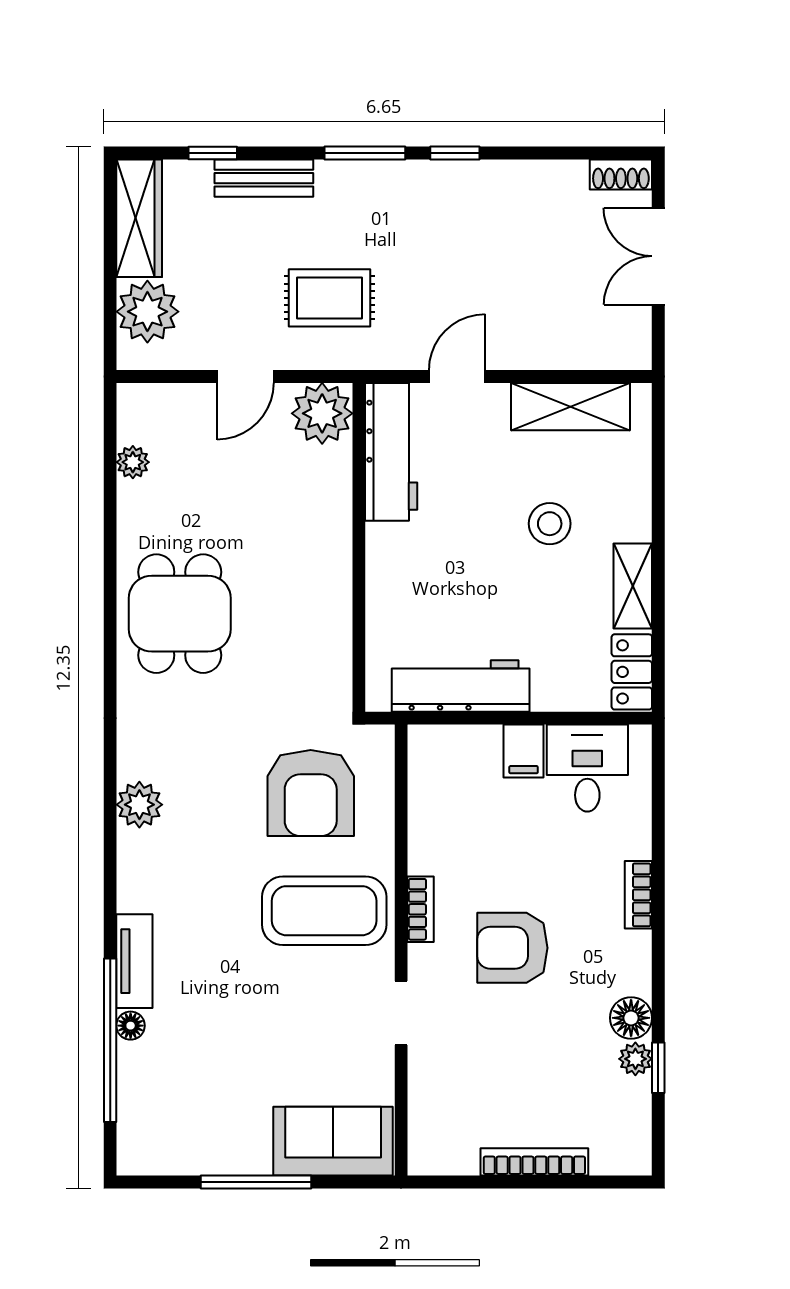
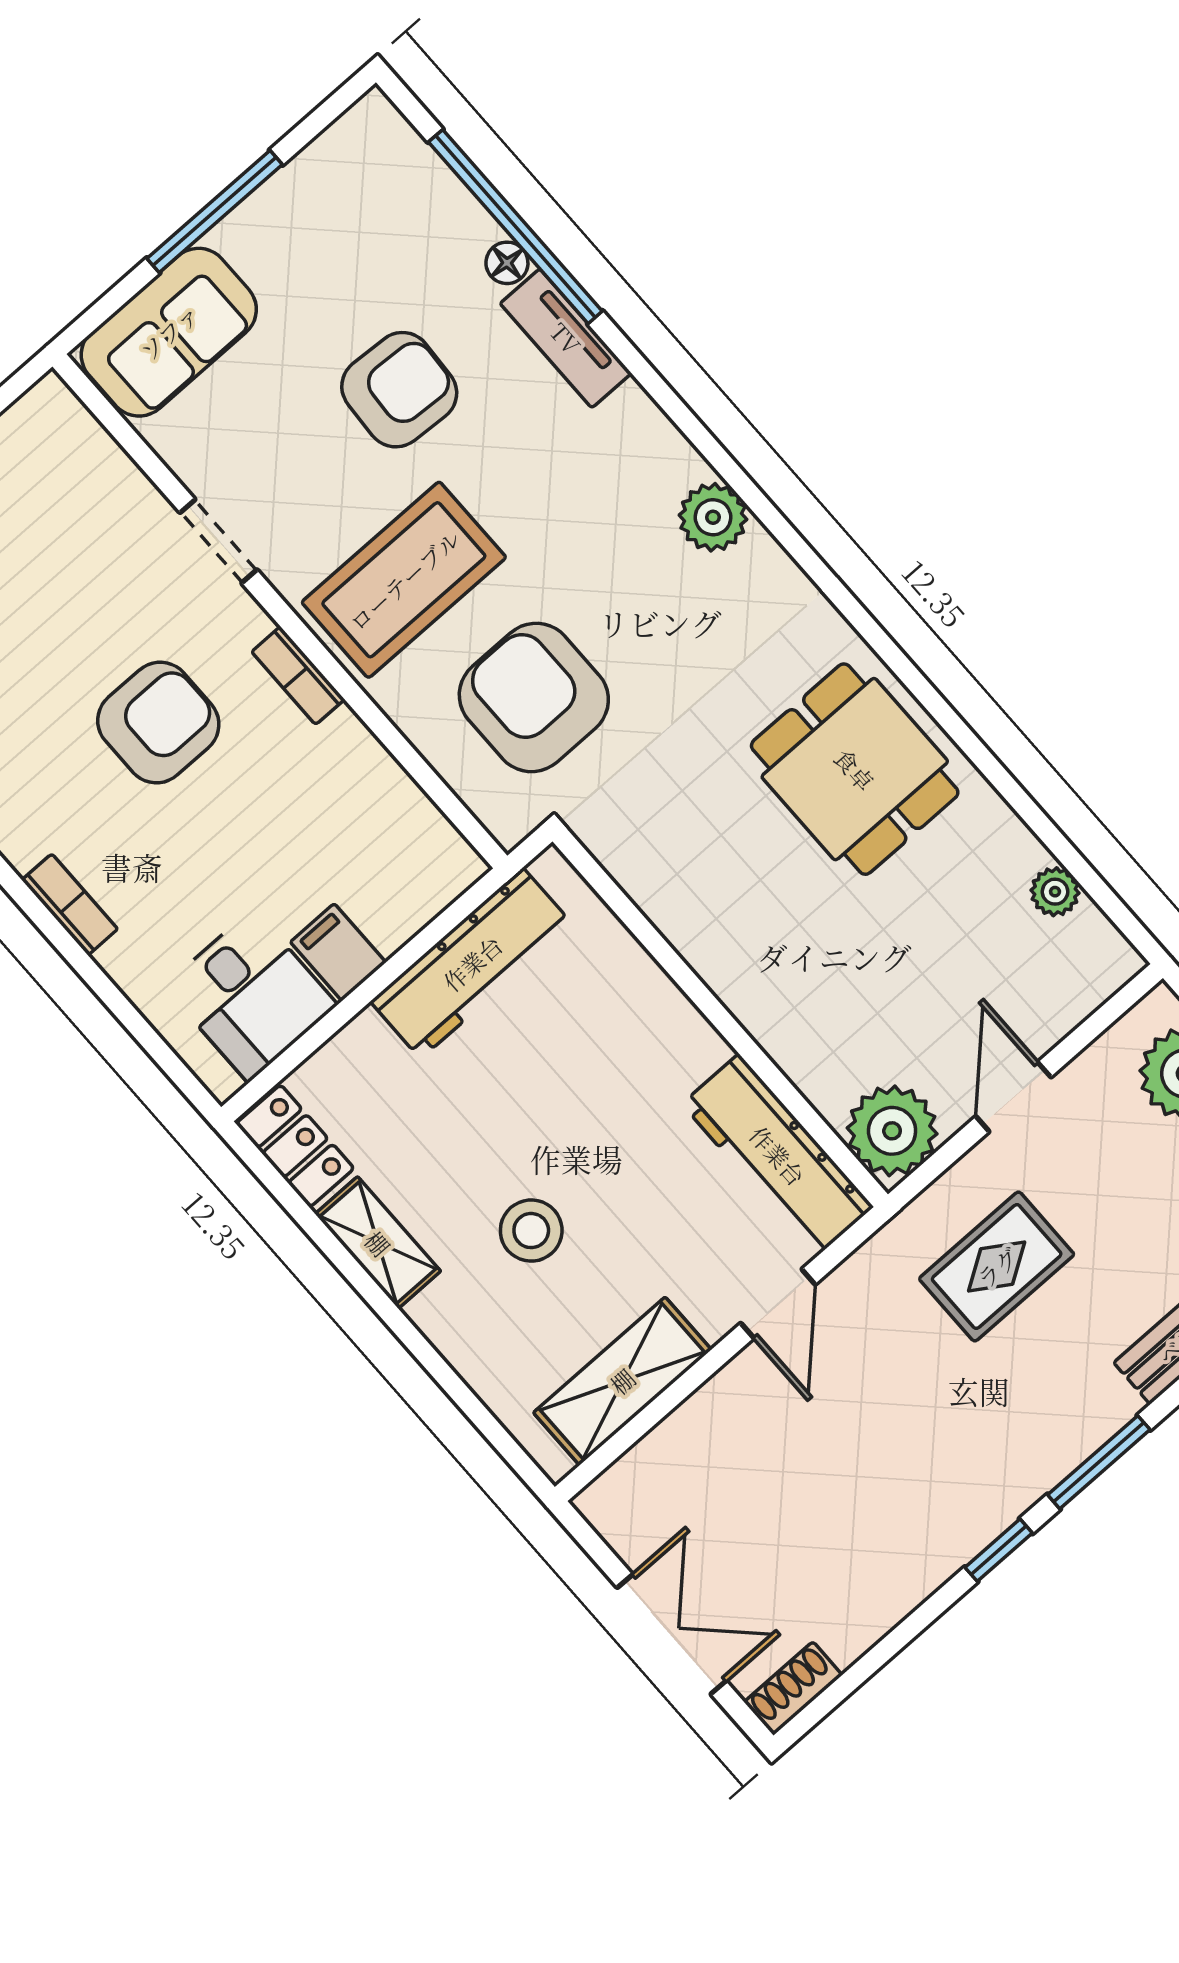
armchair: (242, 1009) -> (399, 390), added

